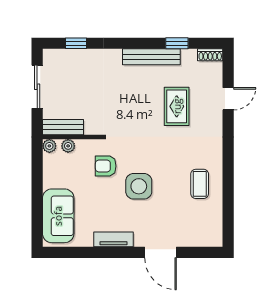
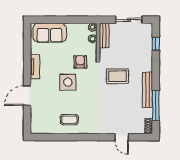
window: (177, 43) -> (156, 106), width x2.17
rug: (177, 106) -> (118, 76), moved

